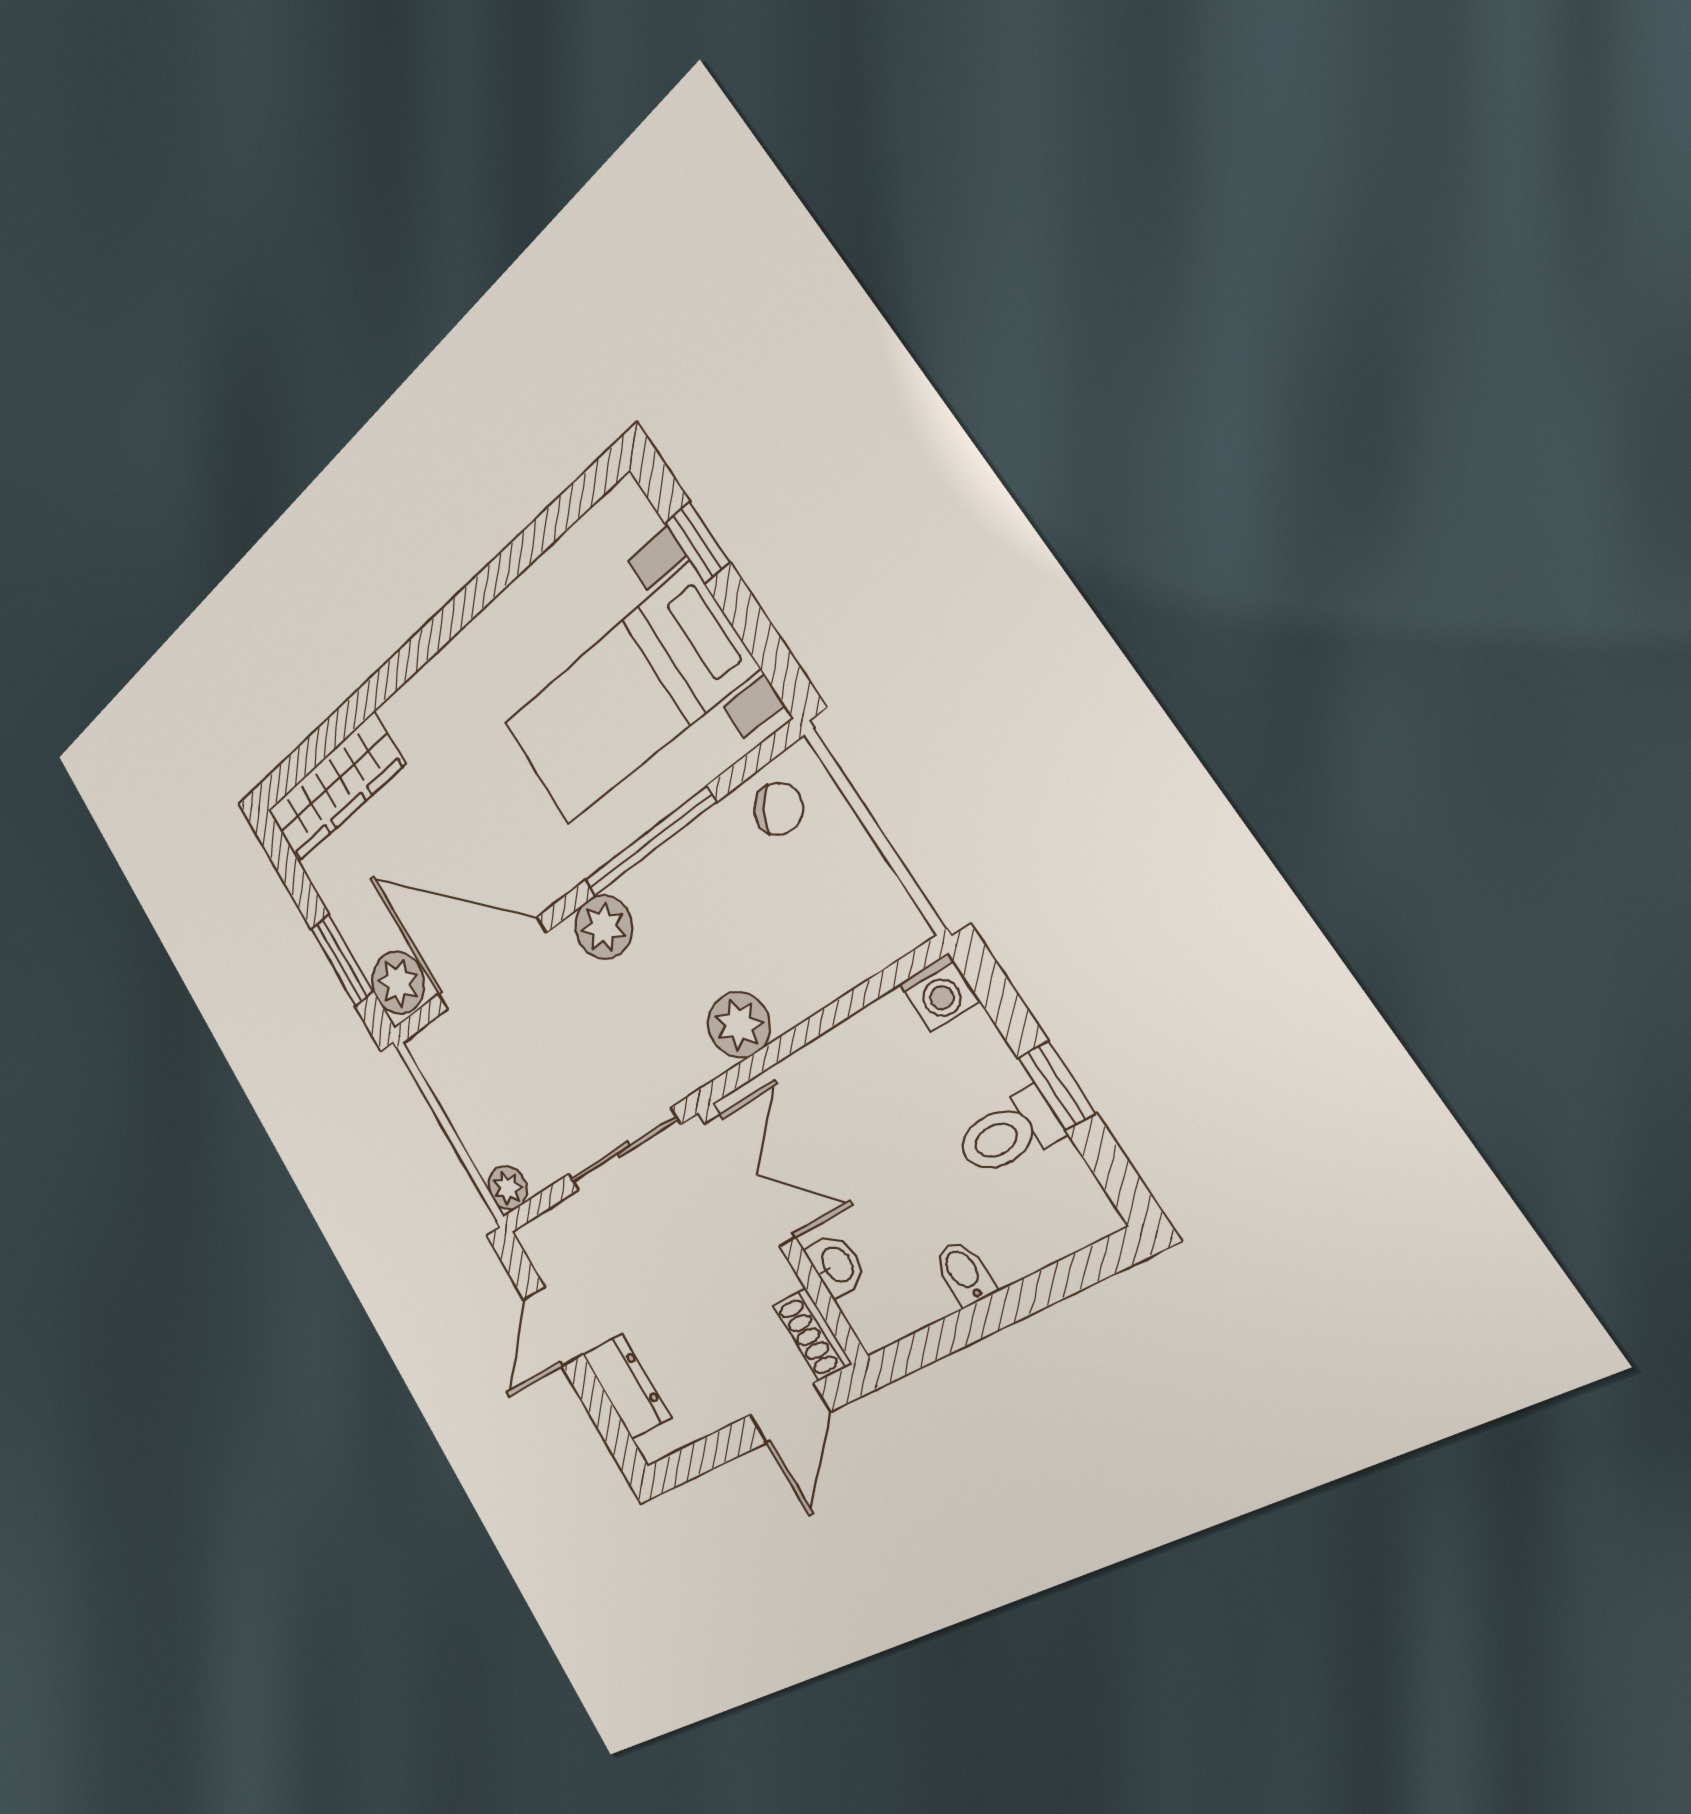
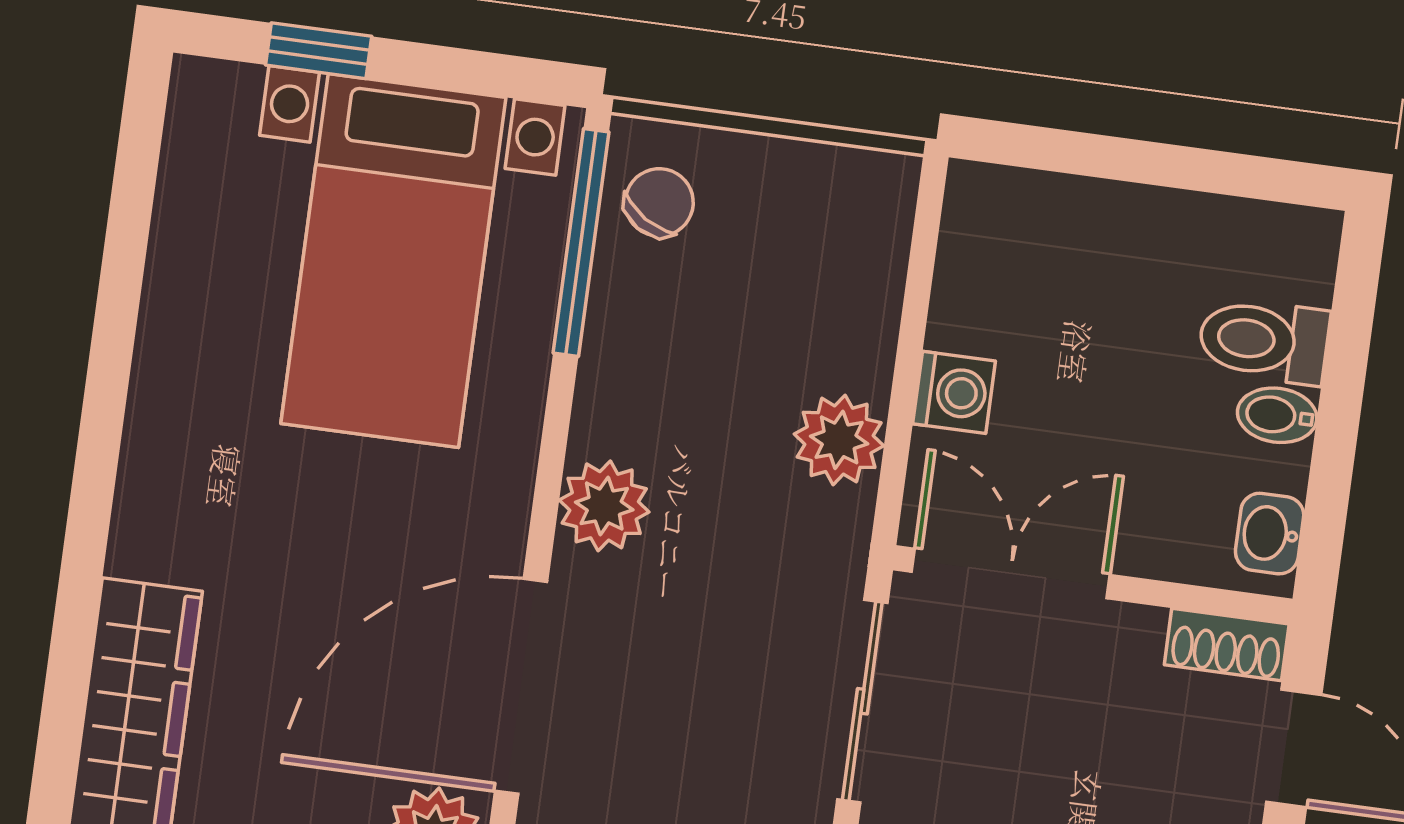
window: (649, 842) -> (581, 243), moved
washing machine: (939, 993) -> (954, 392), moved
window: (1057, 1085) -> (1160, 164), removed
toilet: (1008, 1133) -> (1264, 341), moved, turned 90
washbasin: (836, 1265) -> (1270, 534), moved, turned -90

